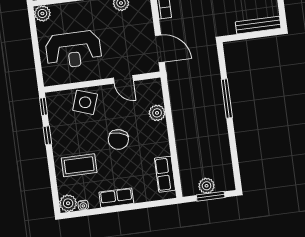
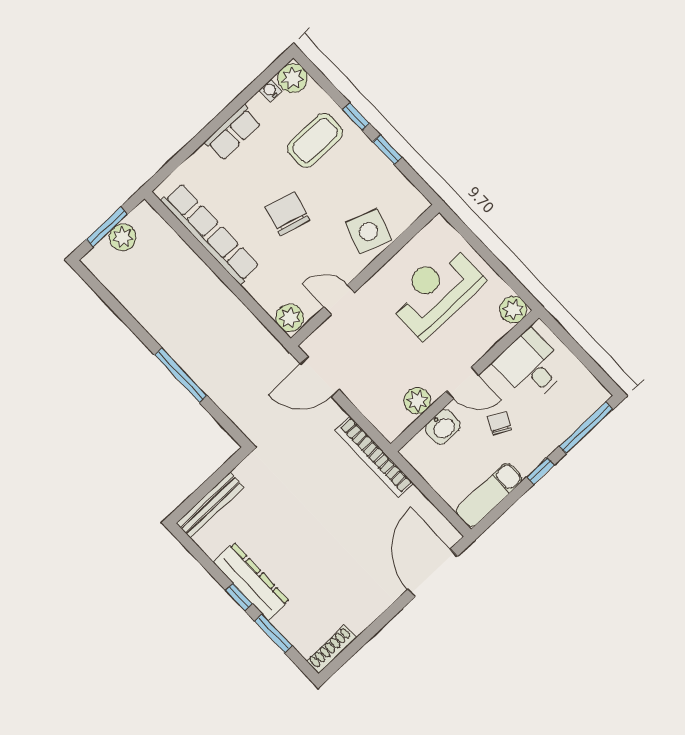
window: (44, 106) -> (356, 117), moved
plant: (157, 113) -> (290, 318), moved
row of seats: (165, 174) -> (210, 234), width x2.02

